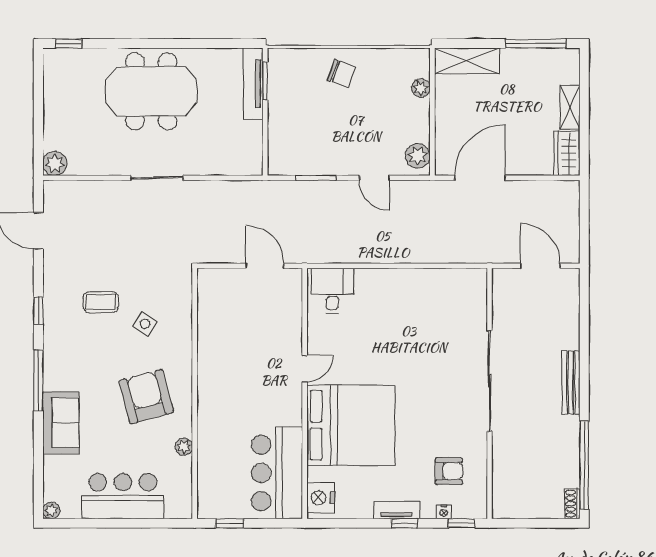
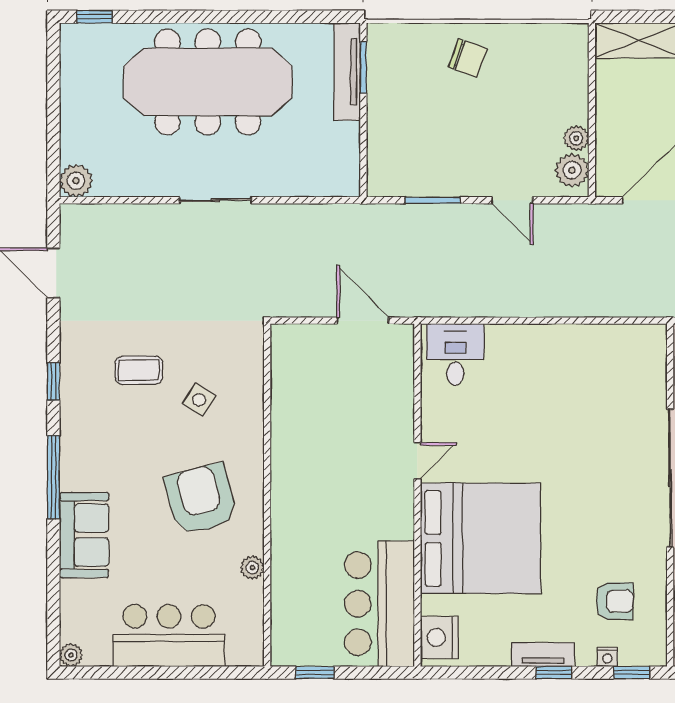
plant: (421, 88) -> (576, 138), moved
meeting table: (151, 91) -> (208, 82), width x1.36

